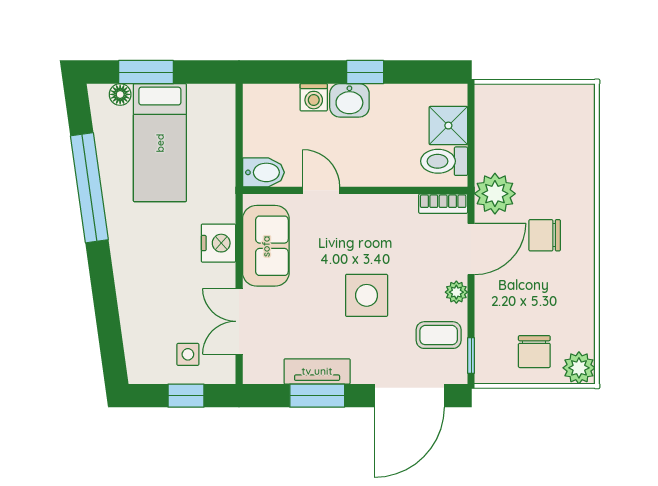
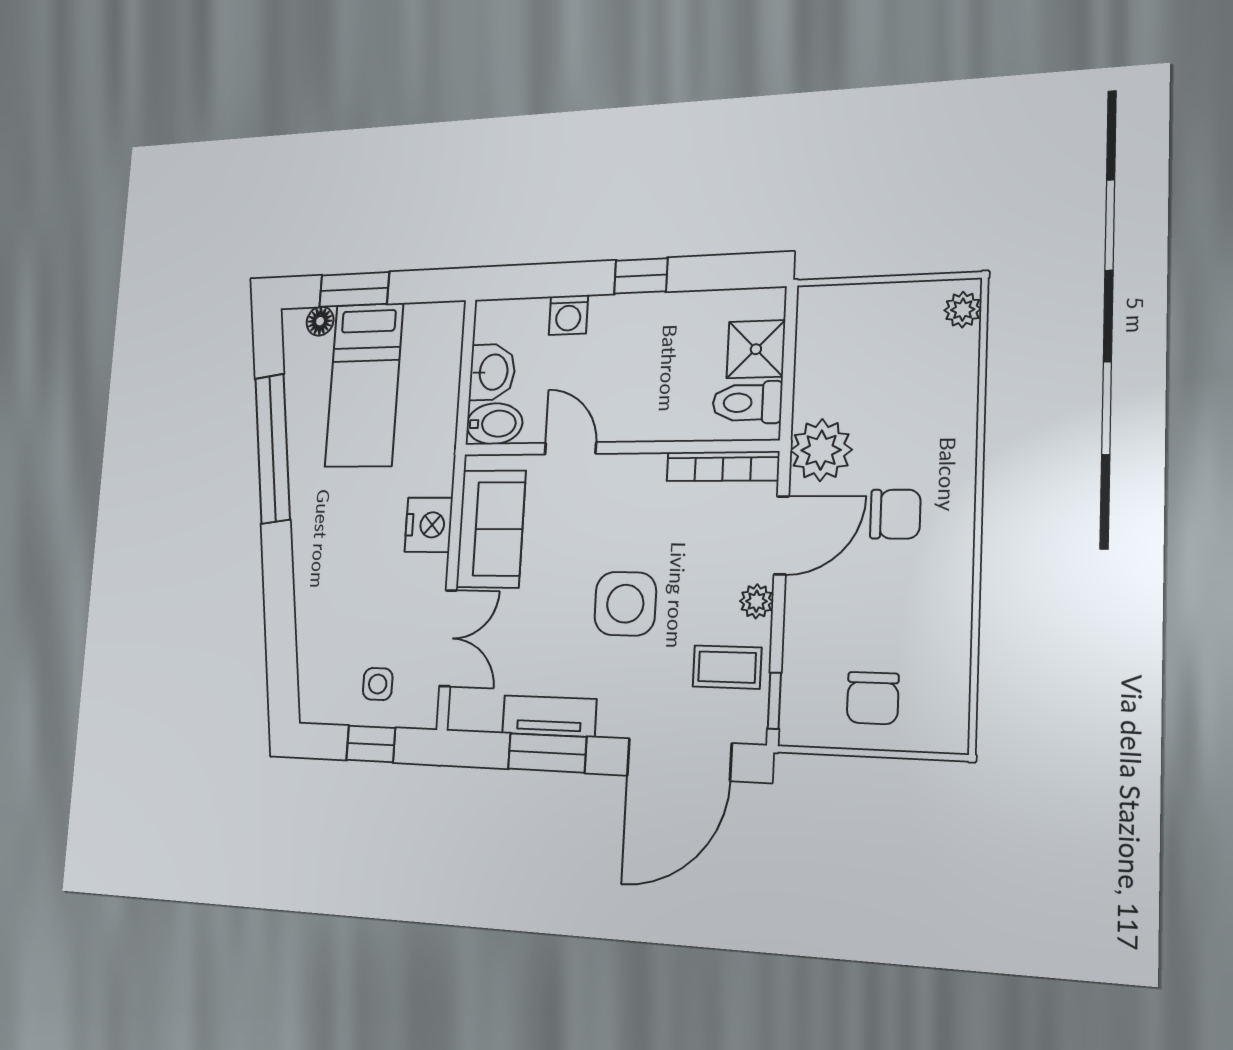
washbasin: (349, 100) -> (492, 372), moved, turned -90
bookcase: (443, 204) -> (723, 466), width x1.56
chair: (545, 235) -> (895, 514), turned 180
double door: (239, 321) -> (448, 638), swing flipped
plant: (579, 368) -> (963, 310), moved, width x0.73, depth x0.73

